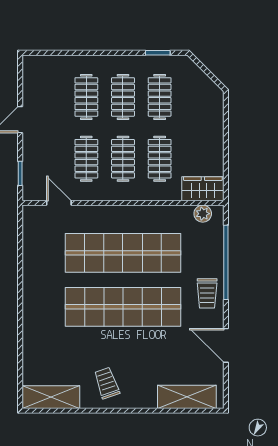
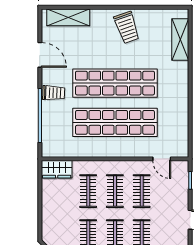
plant: (203, 214) -> (57, 151), removed
trolley: (207, 293) -> (54, 93), turned 92
trolley: (107, 383) -> (127, 27), width x1.36, depth x1.39
shelving: (51, 397) -> (180, 40), moved, turned 90

